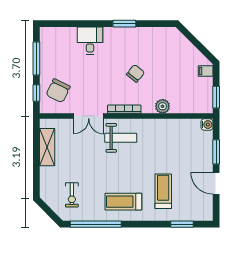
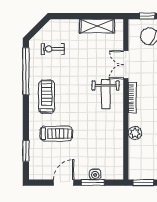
water cooler: (207, 125) -> (95, 174), moved

